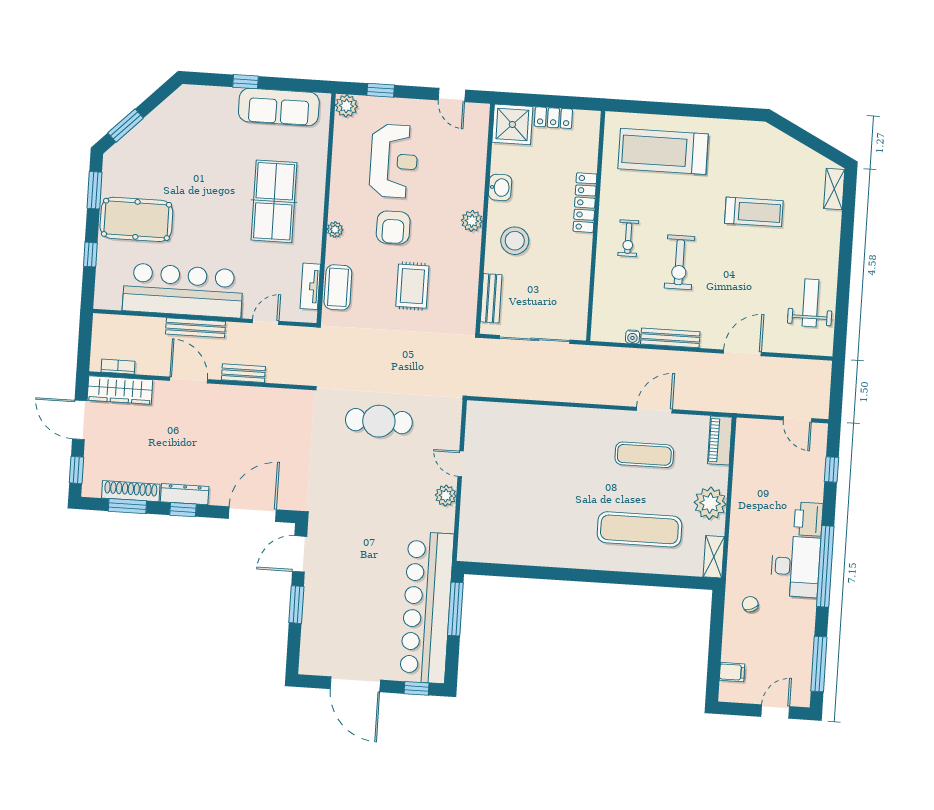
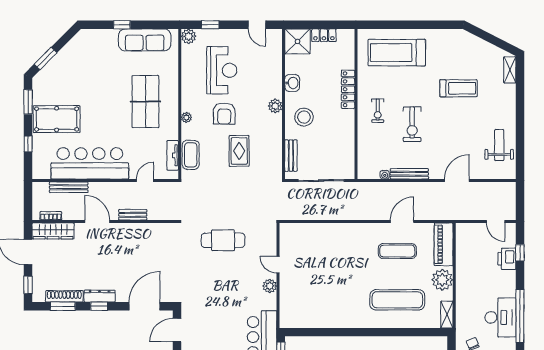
bench: (196, 328) -> (69, 187), moved
piano: (720, 440) -> (444, 244), width x1.37, depth x1.33
printer: (808, 519) -> (507, 259), moved

